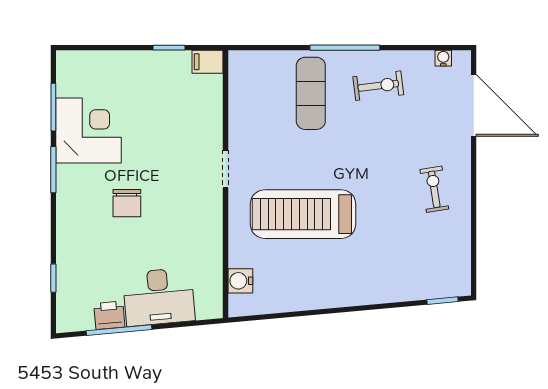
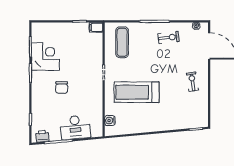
exercise mat: (311, 93) -> (122, 42), moved
printer: (109, 315) -> (42, 136), moved

